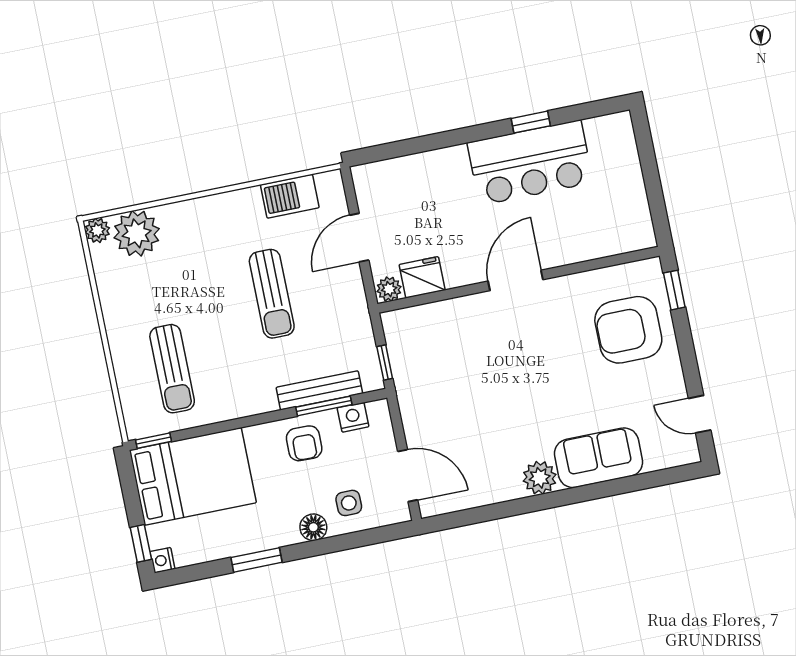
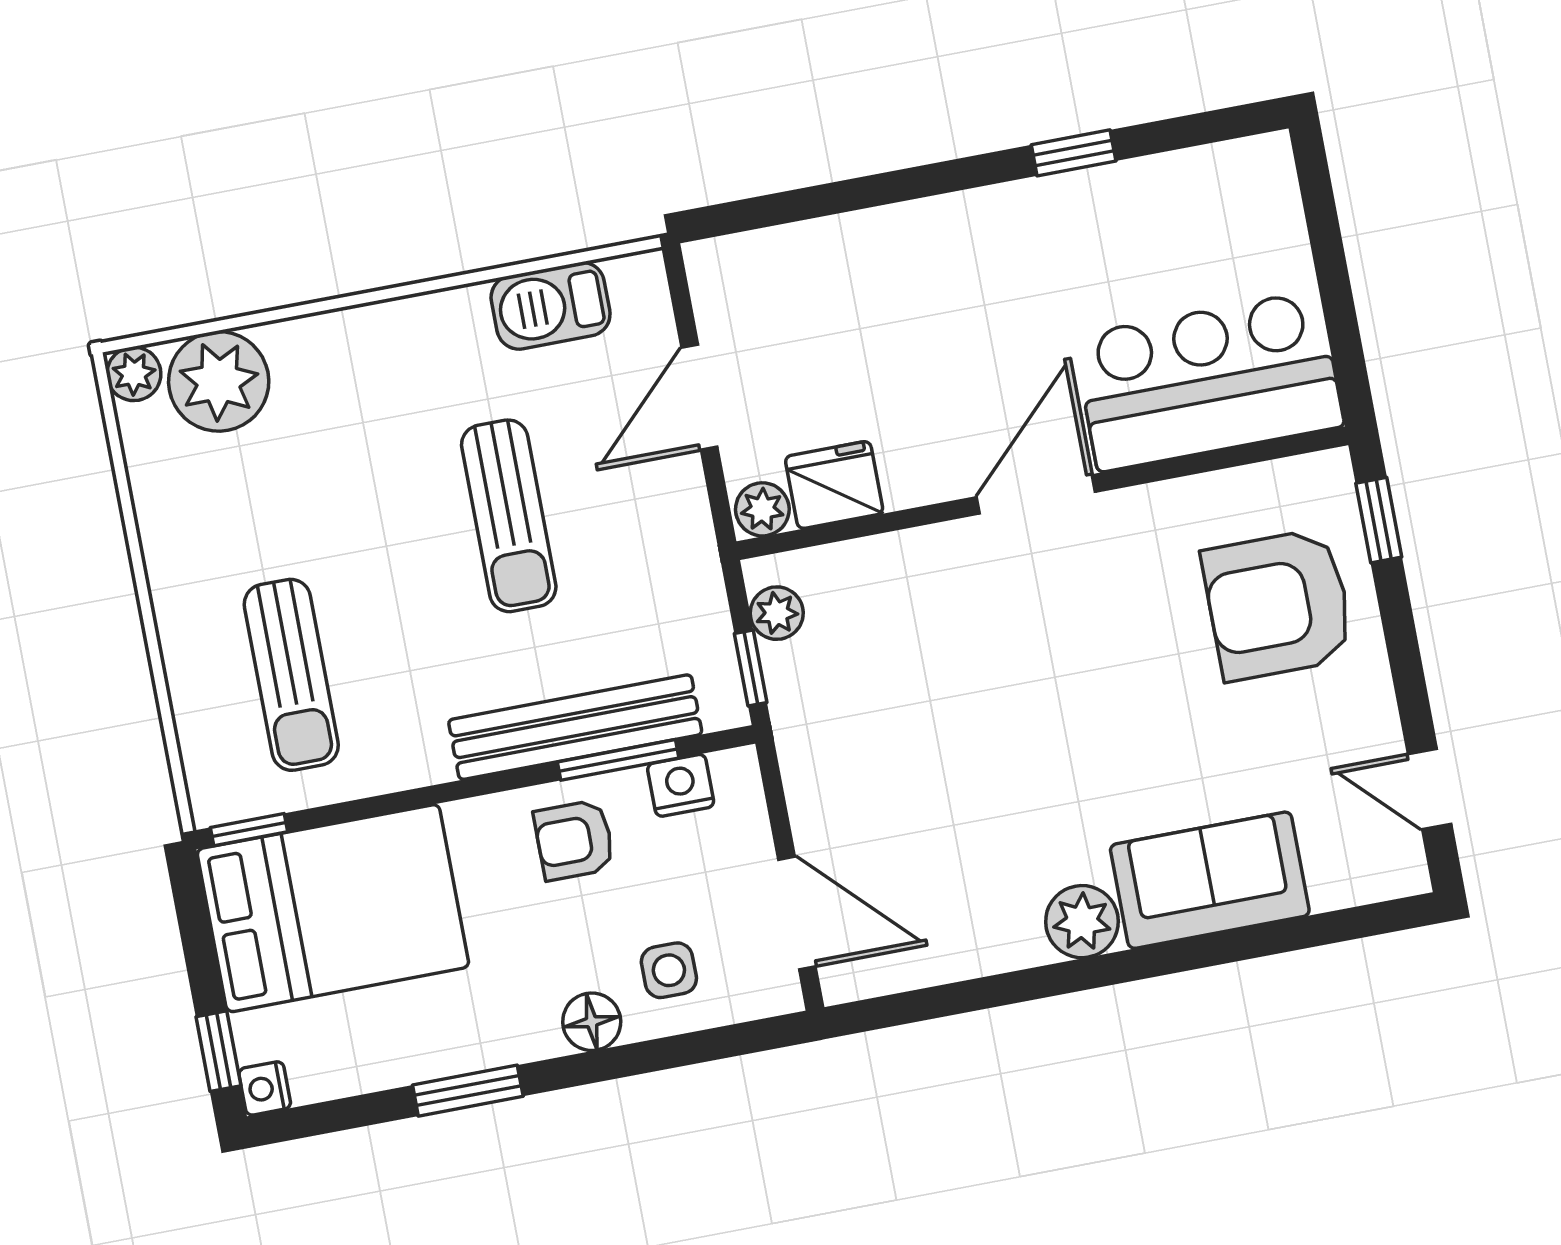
bar counter: (530, 163) -> (1209, 381), moved, turned 180
plant: (396, 337) -> (777, 613), added
bench: (319, 390) -> (575, 727), width x1.37, depth x1.21
armchair: (304, 443) -> (574, 840), turned 89

